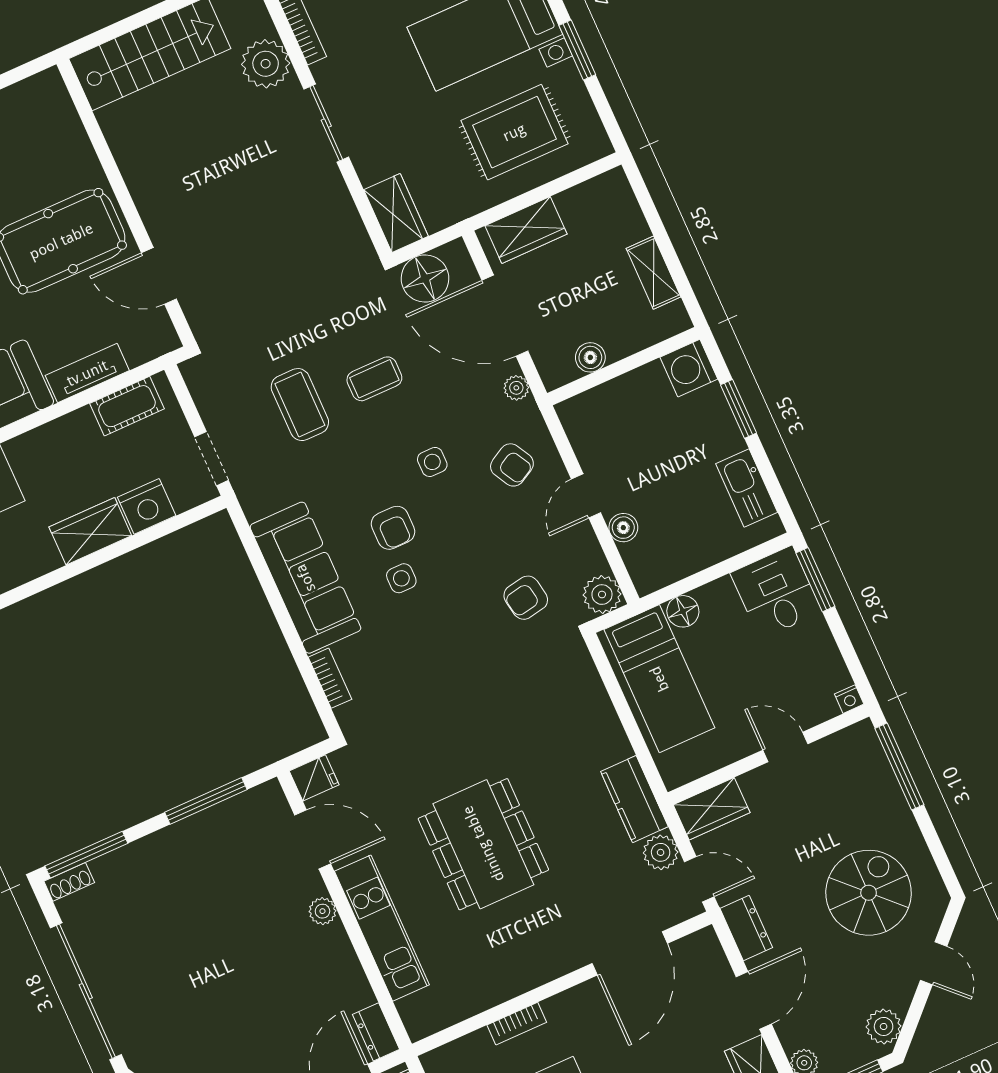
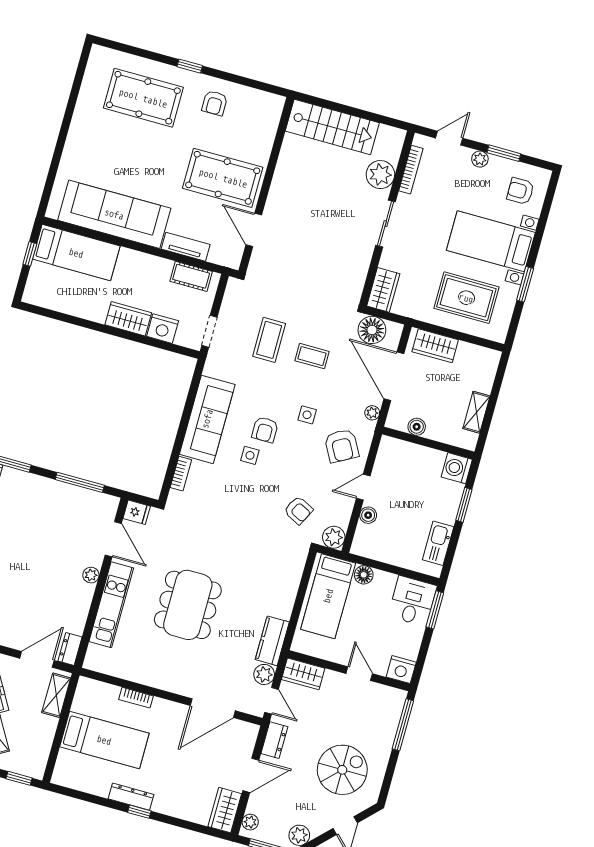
armchair: (512, 465) -> (342, 446), width x1.38, depth x1.38
armchair: (526, 598) -> (298, 510), turned -143
nightstand: (849, 699) -> (401, 670), width x1.89, depth x1.79

